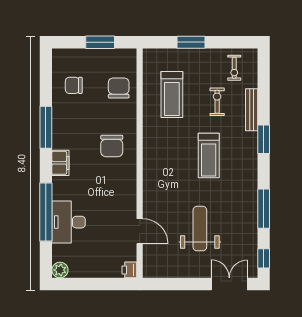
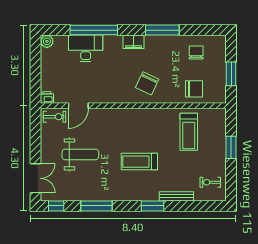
treadmill: (172, 94) -> (189, 132), turned -90
exercise bike: (217, 102) -> (55, 117), moved
chair: (112, 146) -> (147, 83), turned -65

